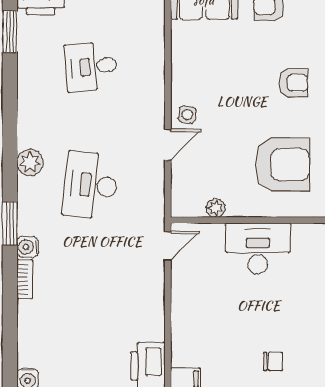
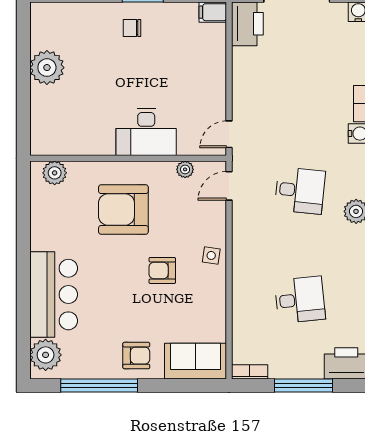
armchair: (293, 83) -> (162, 270), moved
door: (168, 145) -> (229, 186), moved
desk: (91, 185) -> (300, 190), width x0.73

